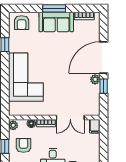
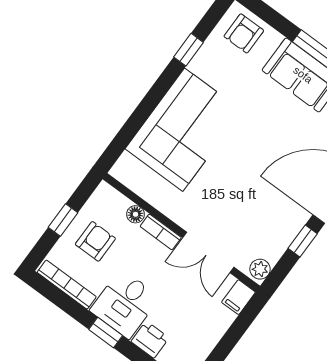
plant: (95, 79) -> (260, 269), moved
plant: (13, 125) -> (103, 195), removed

